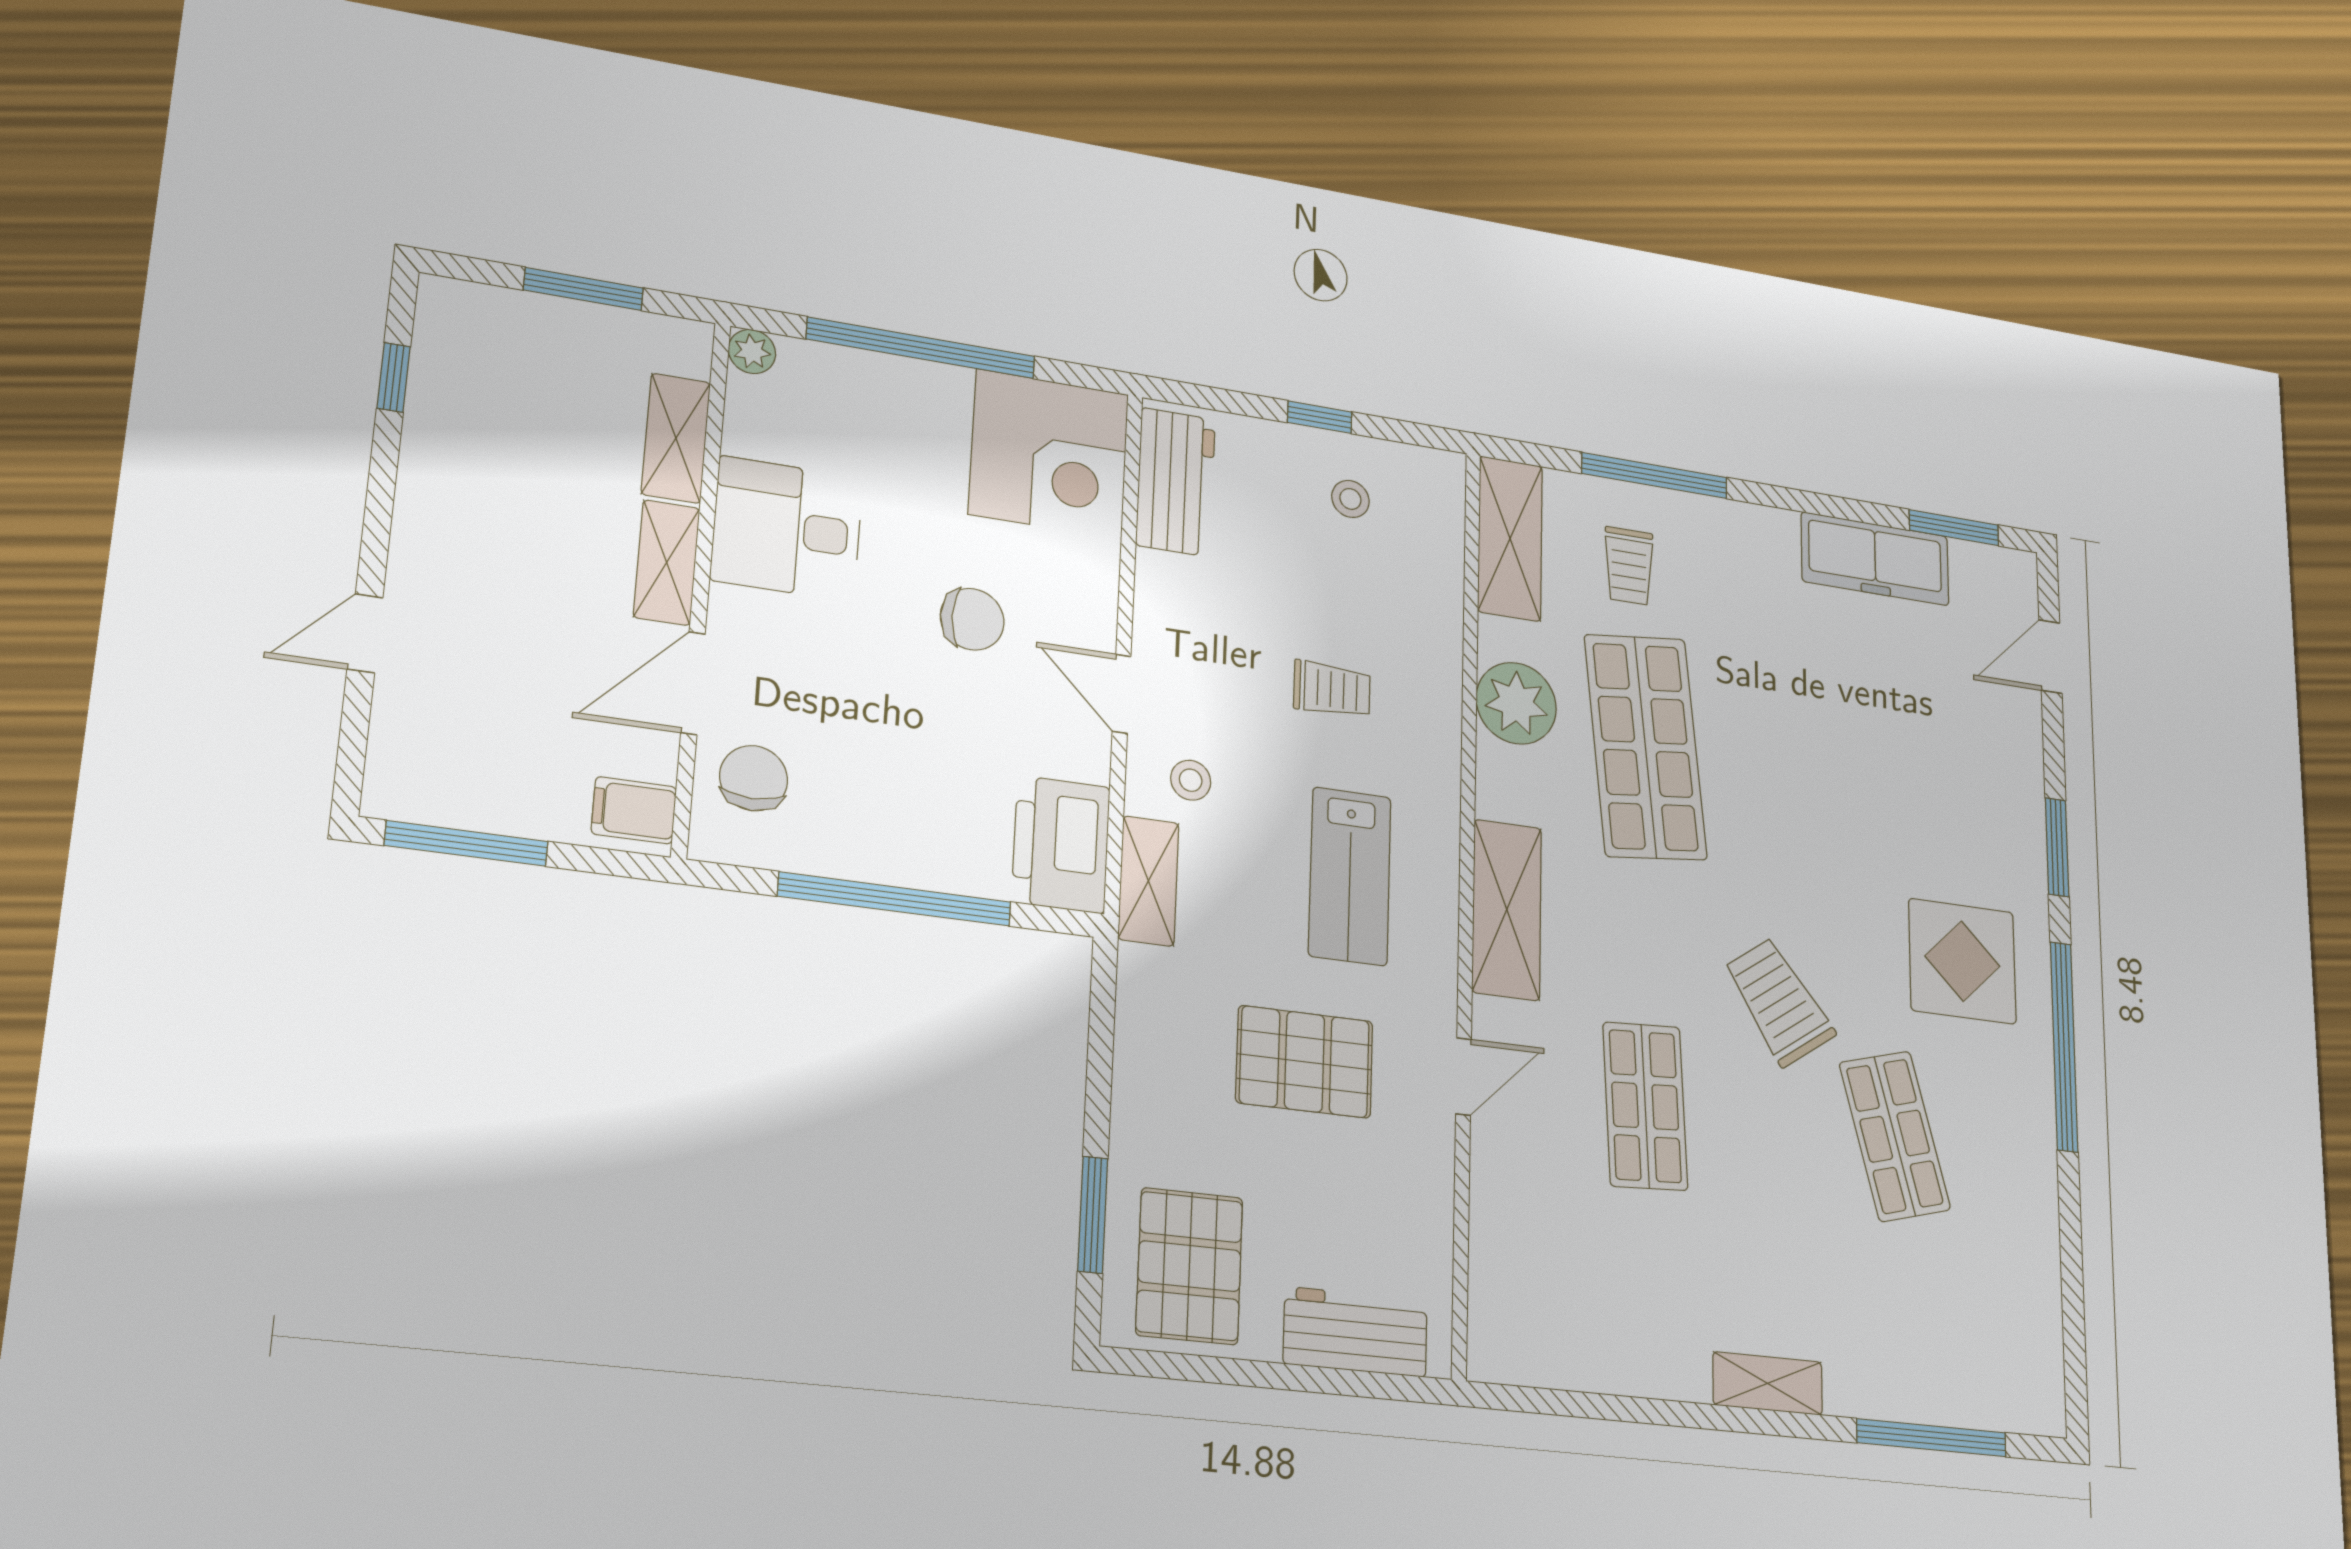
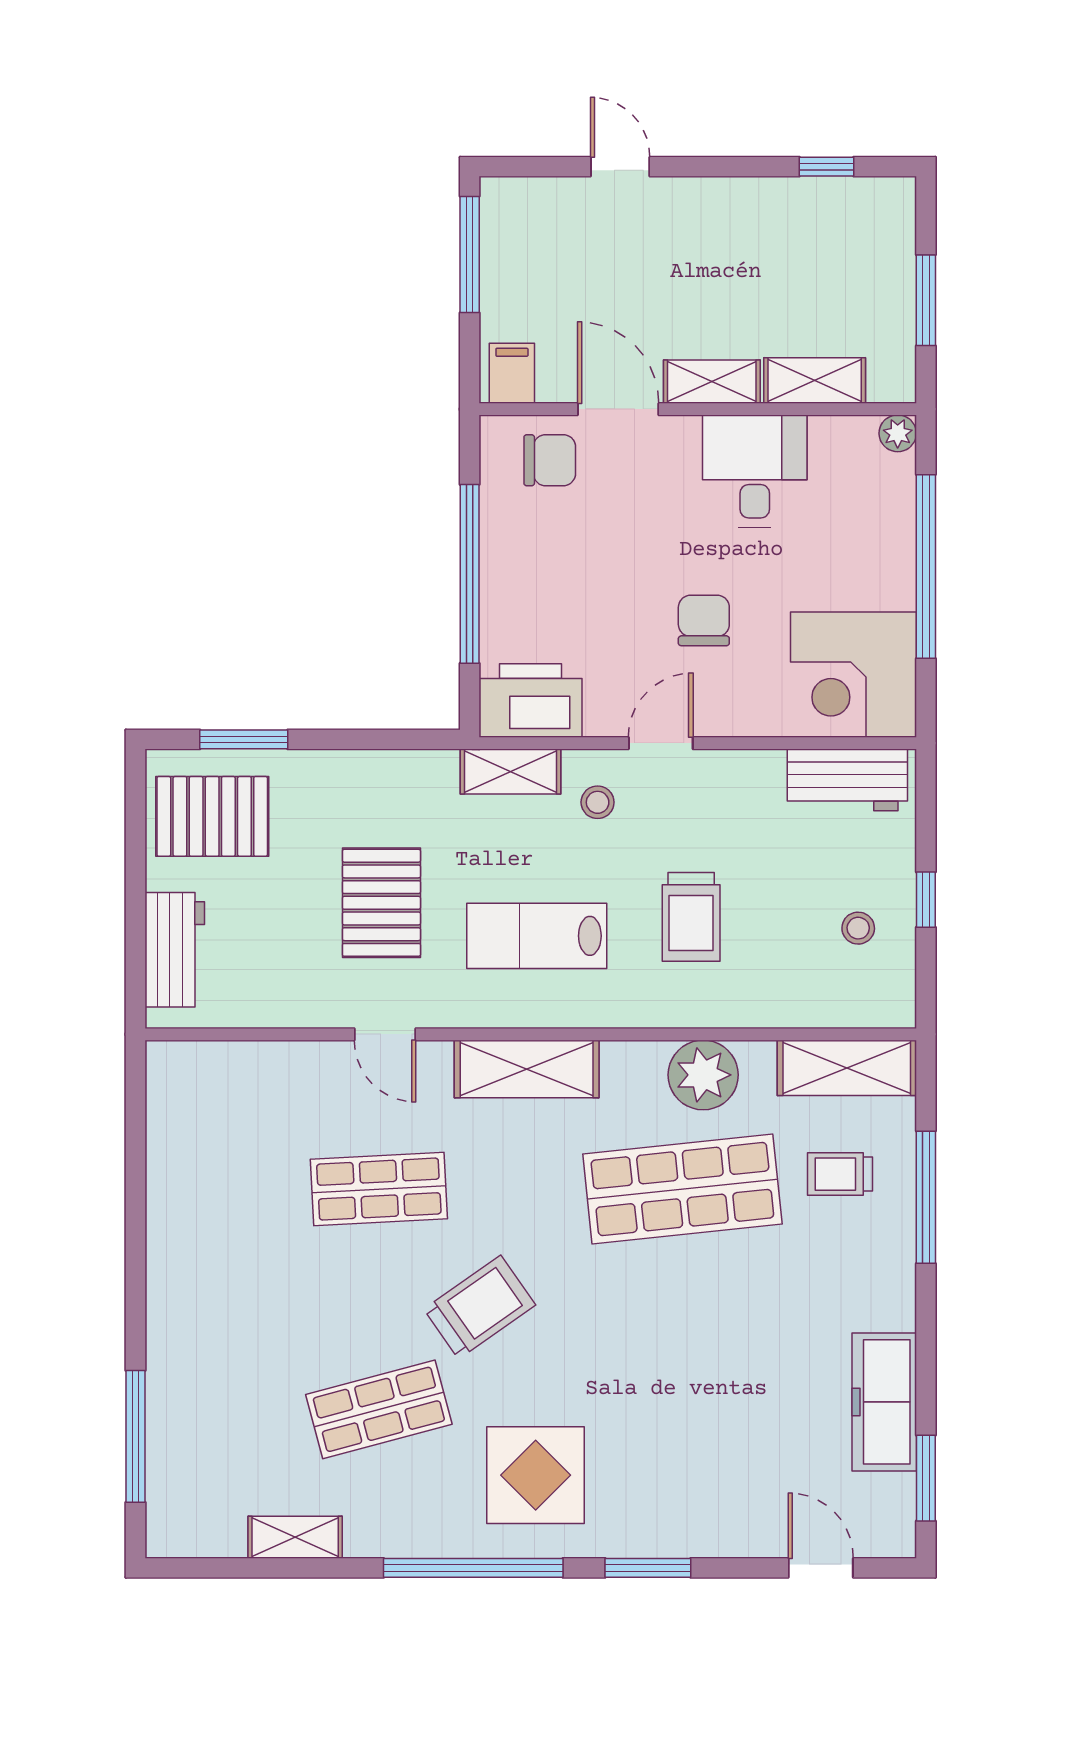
chair: (972, 619) -> (704, 620), turned 180
trolley: (1332, 689) -> (691, 917), width x1.36, depth x1.39
shelving: (1768, 1383) -> (295, 1537), moved, turned 90

